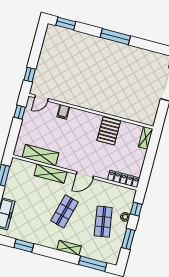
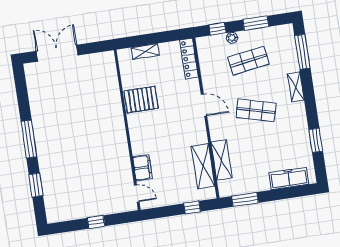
window: (66, 24) -> (36, 185), moved
window: (30, 75) -> (96, 222), moved
window: (20, 112) -> (192, 207), moved
filing cabinet: (63, 112) -> (143, 168), width x2.00
shelving: (146, 138) -> (145, 51), moved
shelving: (51, 174) -> (222, 160), moved

